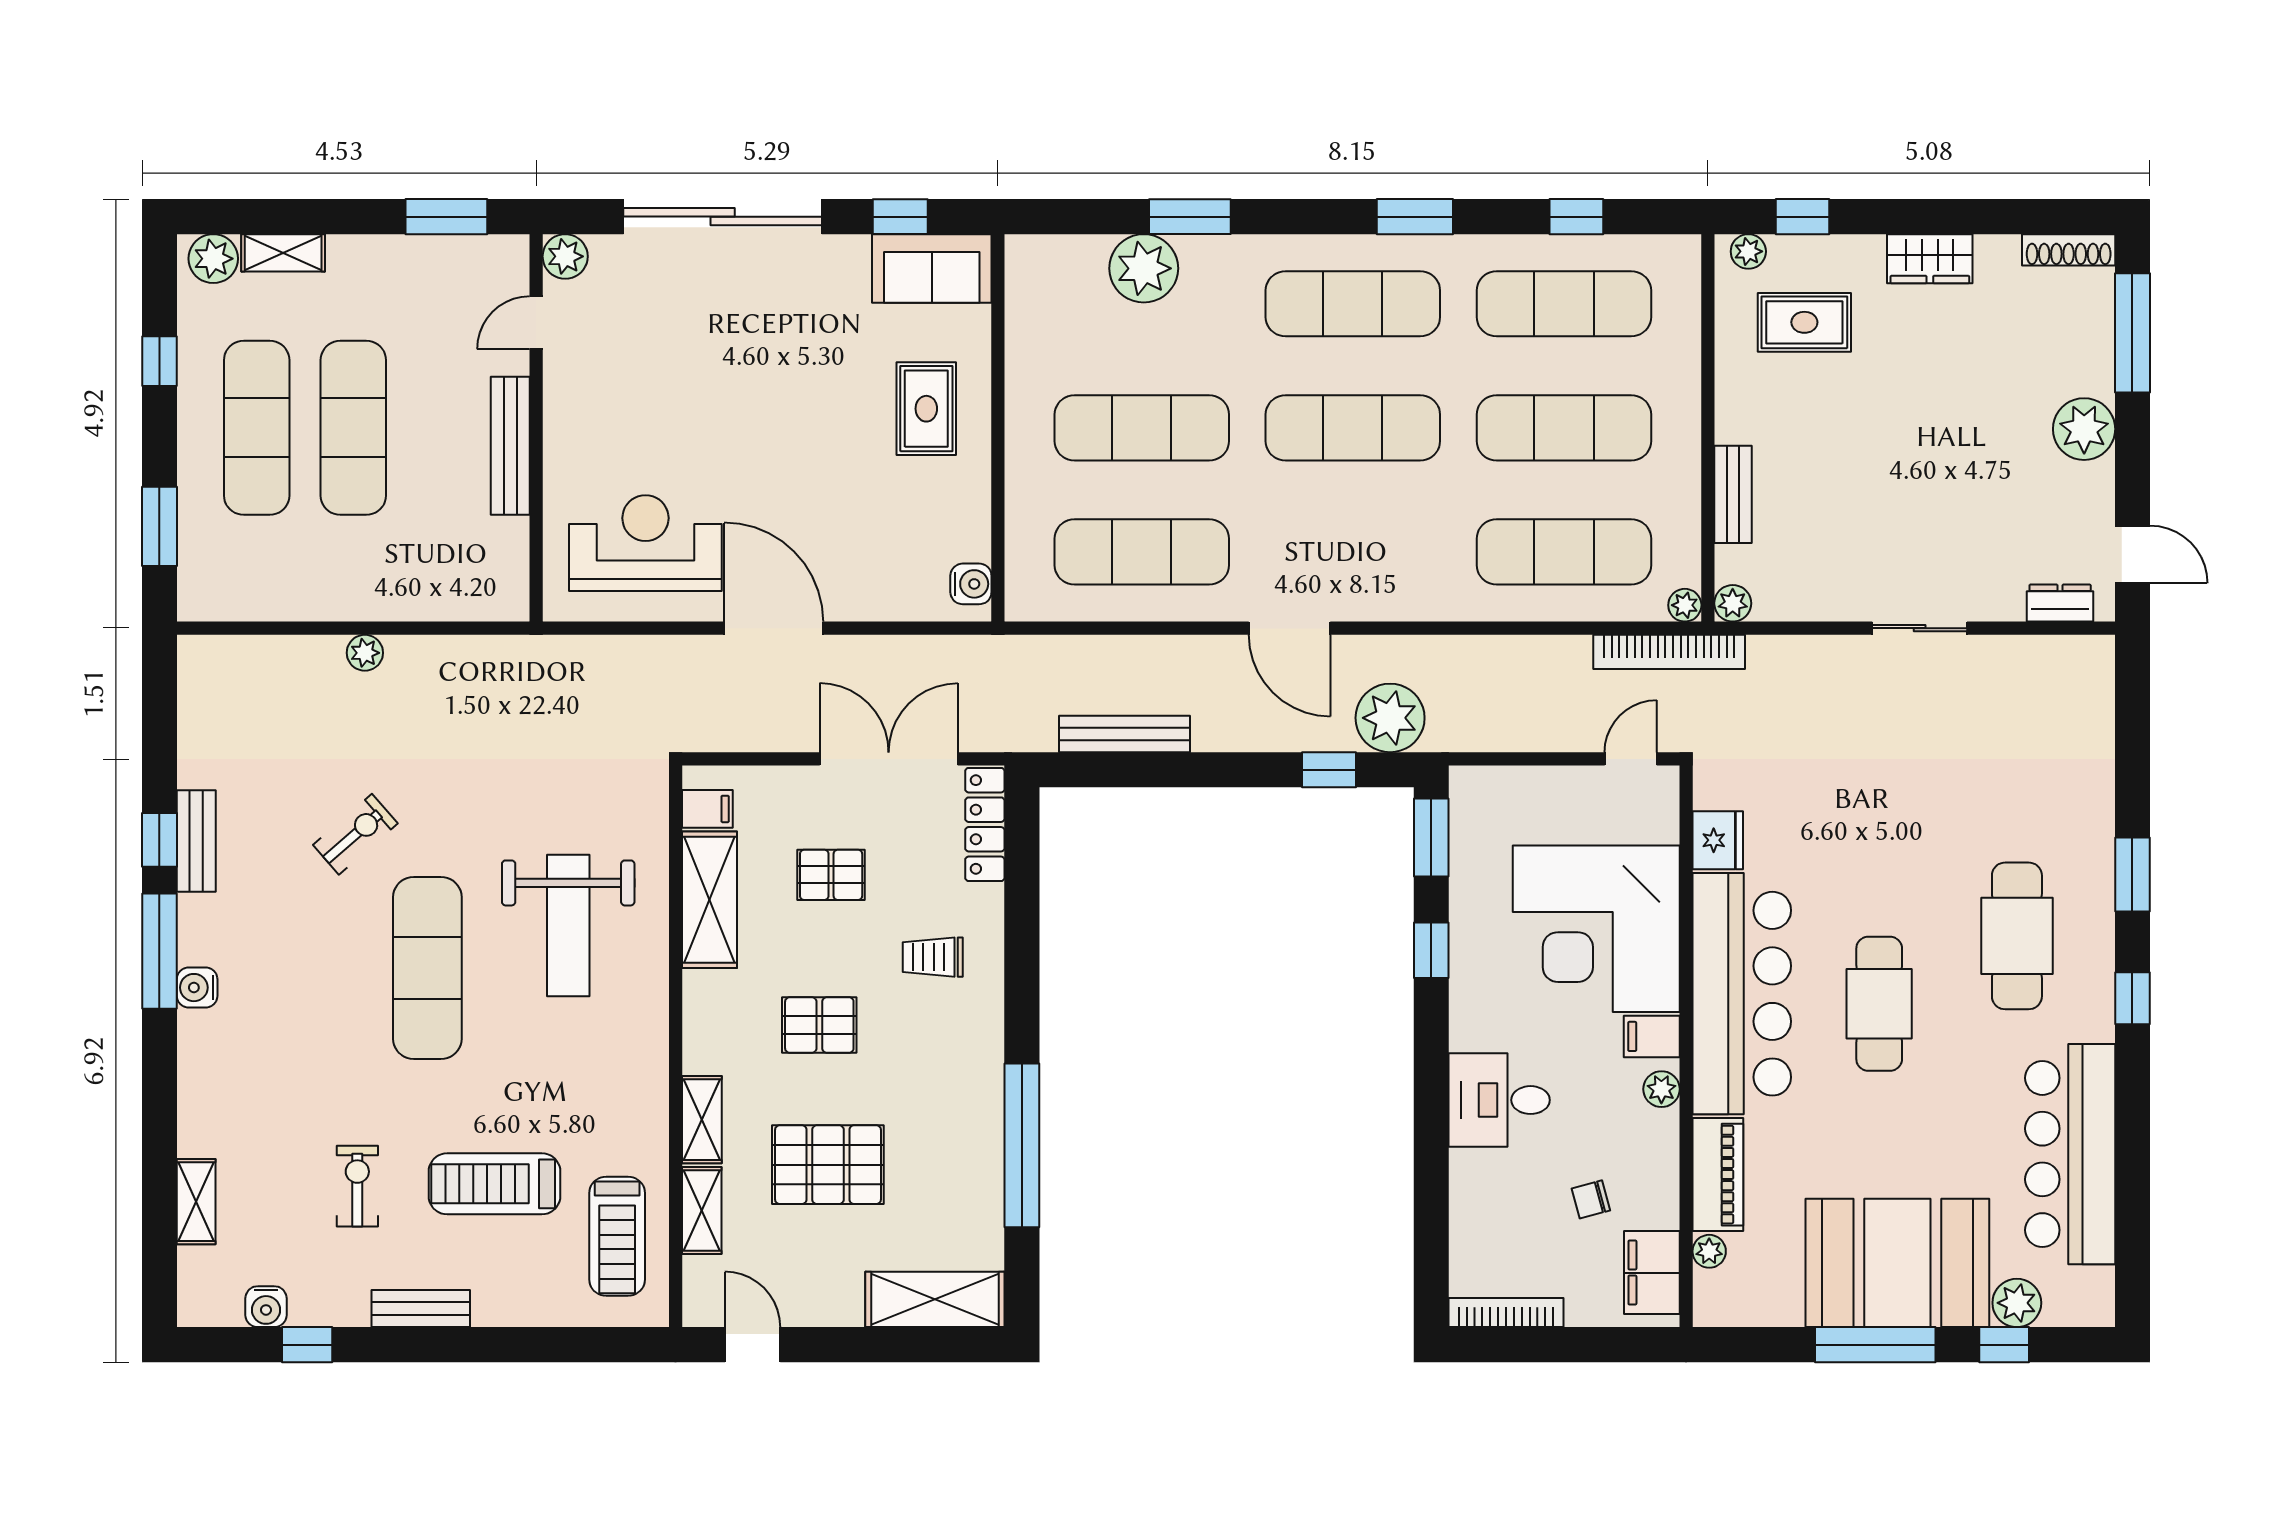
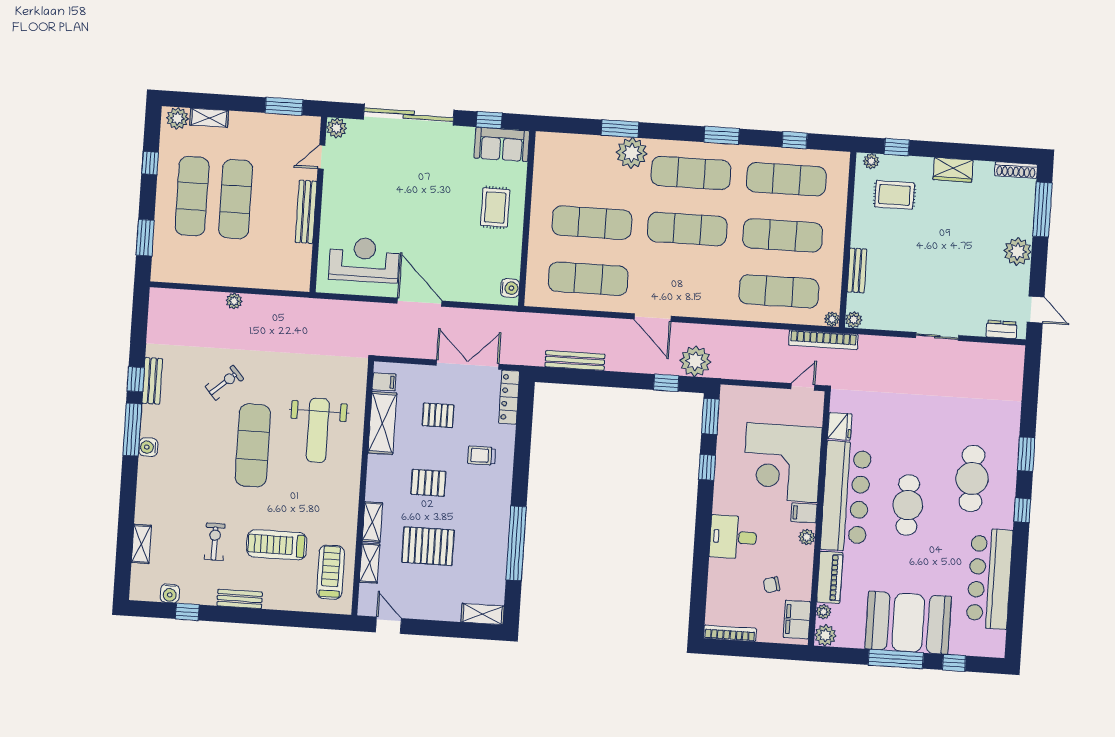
plant: (1144, 268) -> (632, 153), moved
treadmill: (617, 1236) -> (331, 572), turned 180
shelving: (935, 1299) -> (483, 614), width x0.67, depth x0.75
plant: (2017, 1303) -> (825, 635), moved

